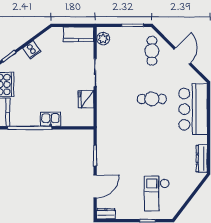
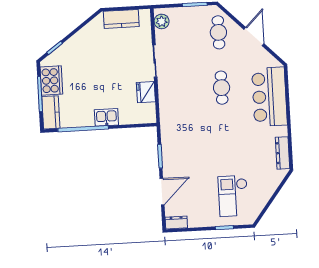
kitchen counter: (79, 34) -> (121, 19), moved
cooker: (32, 50) -> (81, 39), removed
cafe table: (152, 99) -> (222, 88), turned 90

